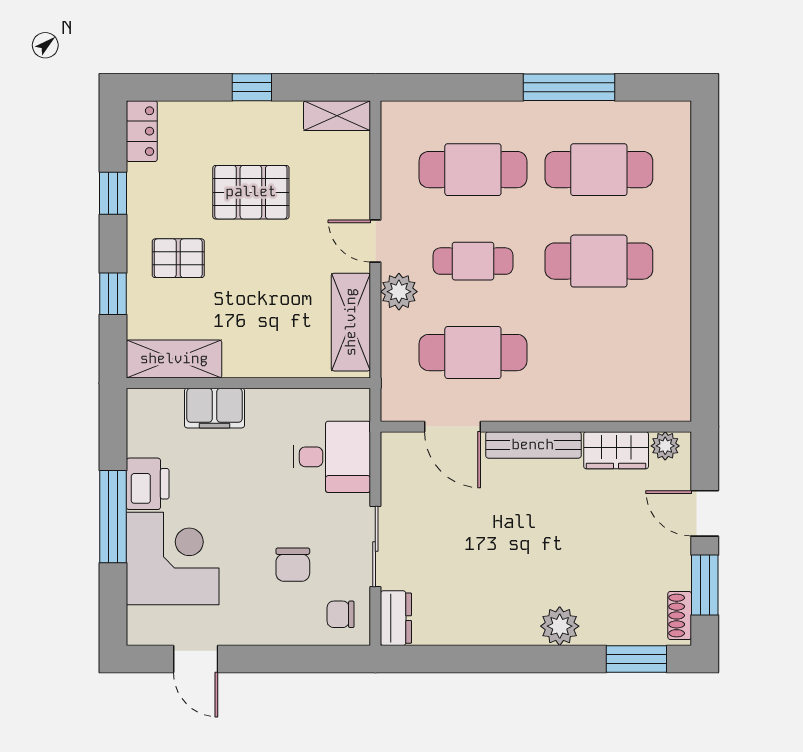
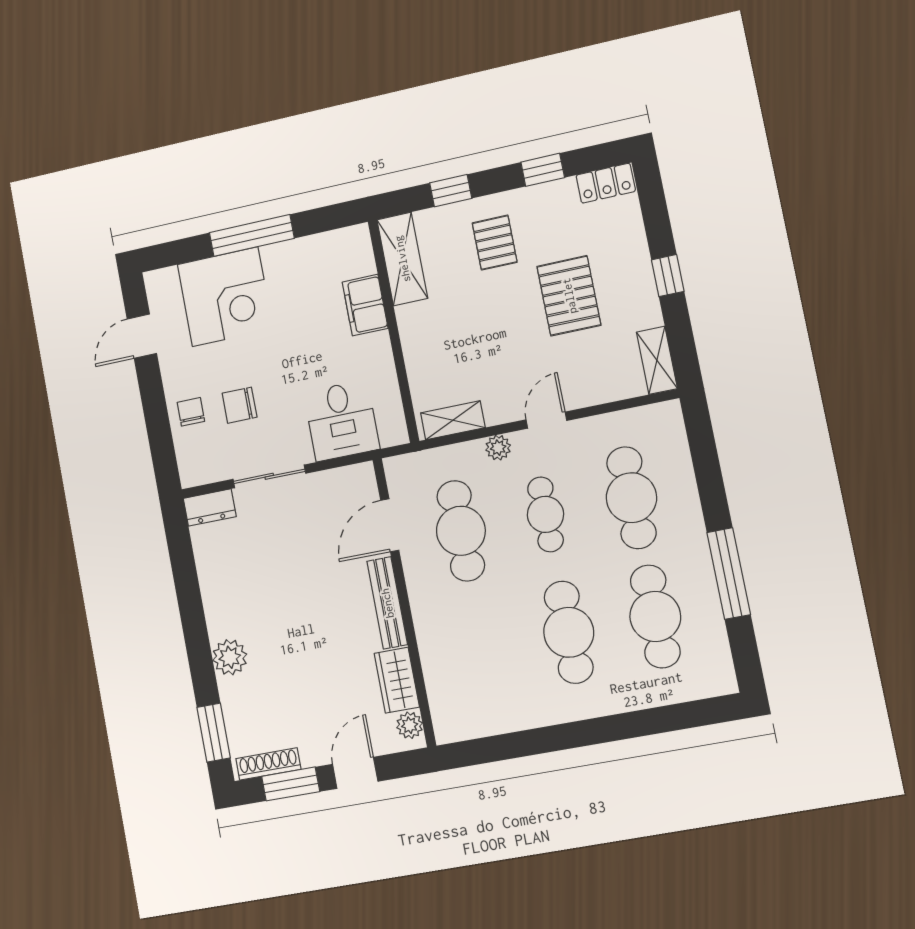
plant: (399, 292) -> (498, 448), width x0.73, depth x0.73
shelving: (351, 322) -> (453, 420), width x0.67, depth x0.75
printer: (148, 484) -> (286, 260), removed
chair: (341, 614) -> (191, 412), moved
shoe rack: (680, 615) -> (268, 764), width x1.43

